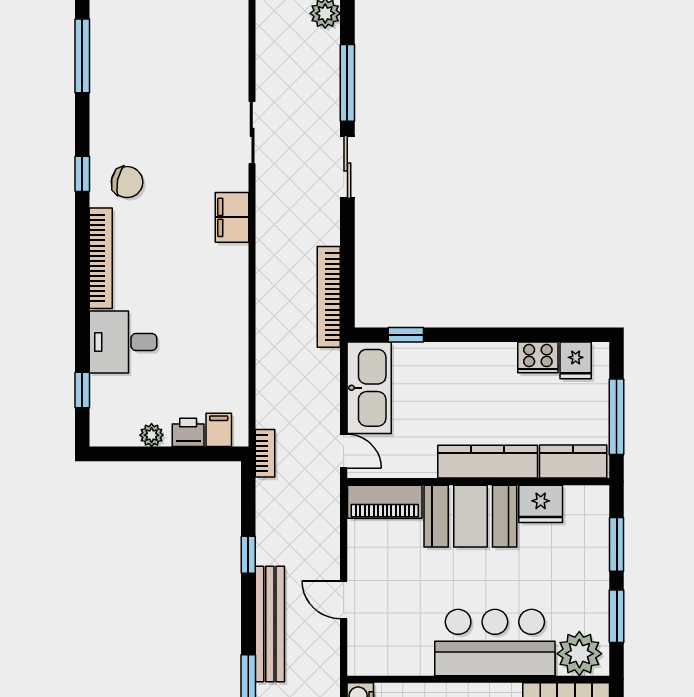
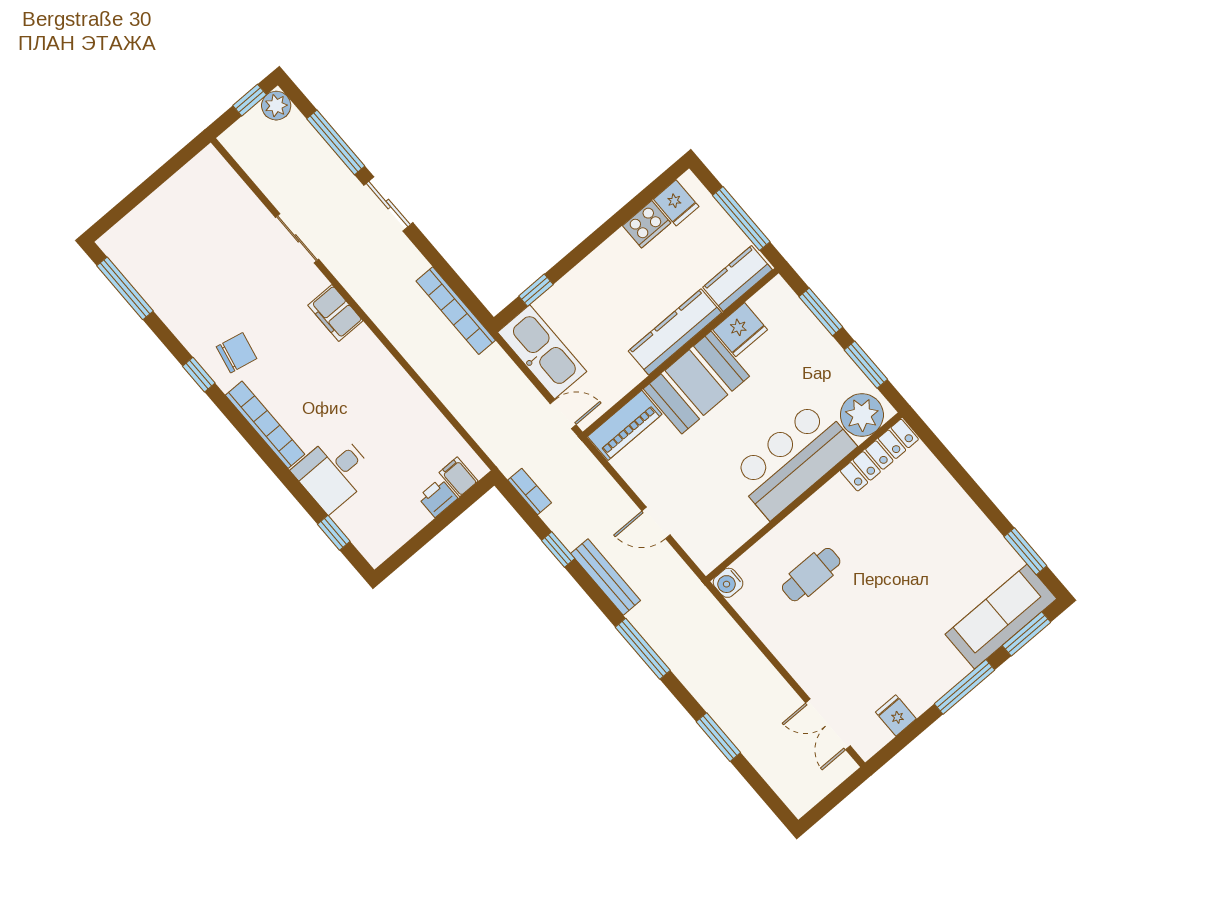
plant: (152, 435) -> (413, 522), removed
bookcase: (265, 453) -> (530, 491), moved
bench: (270, 624) -> (606, 577), width x0.73, depth x0.82

